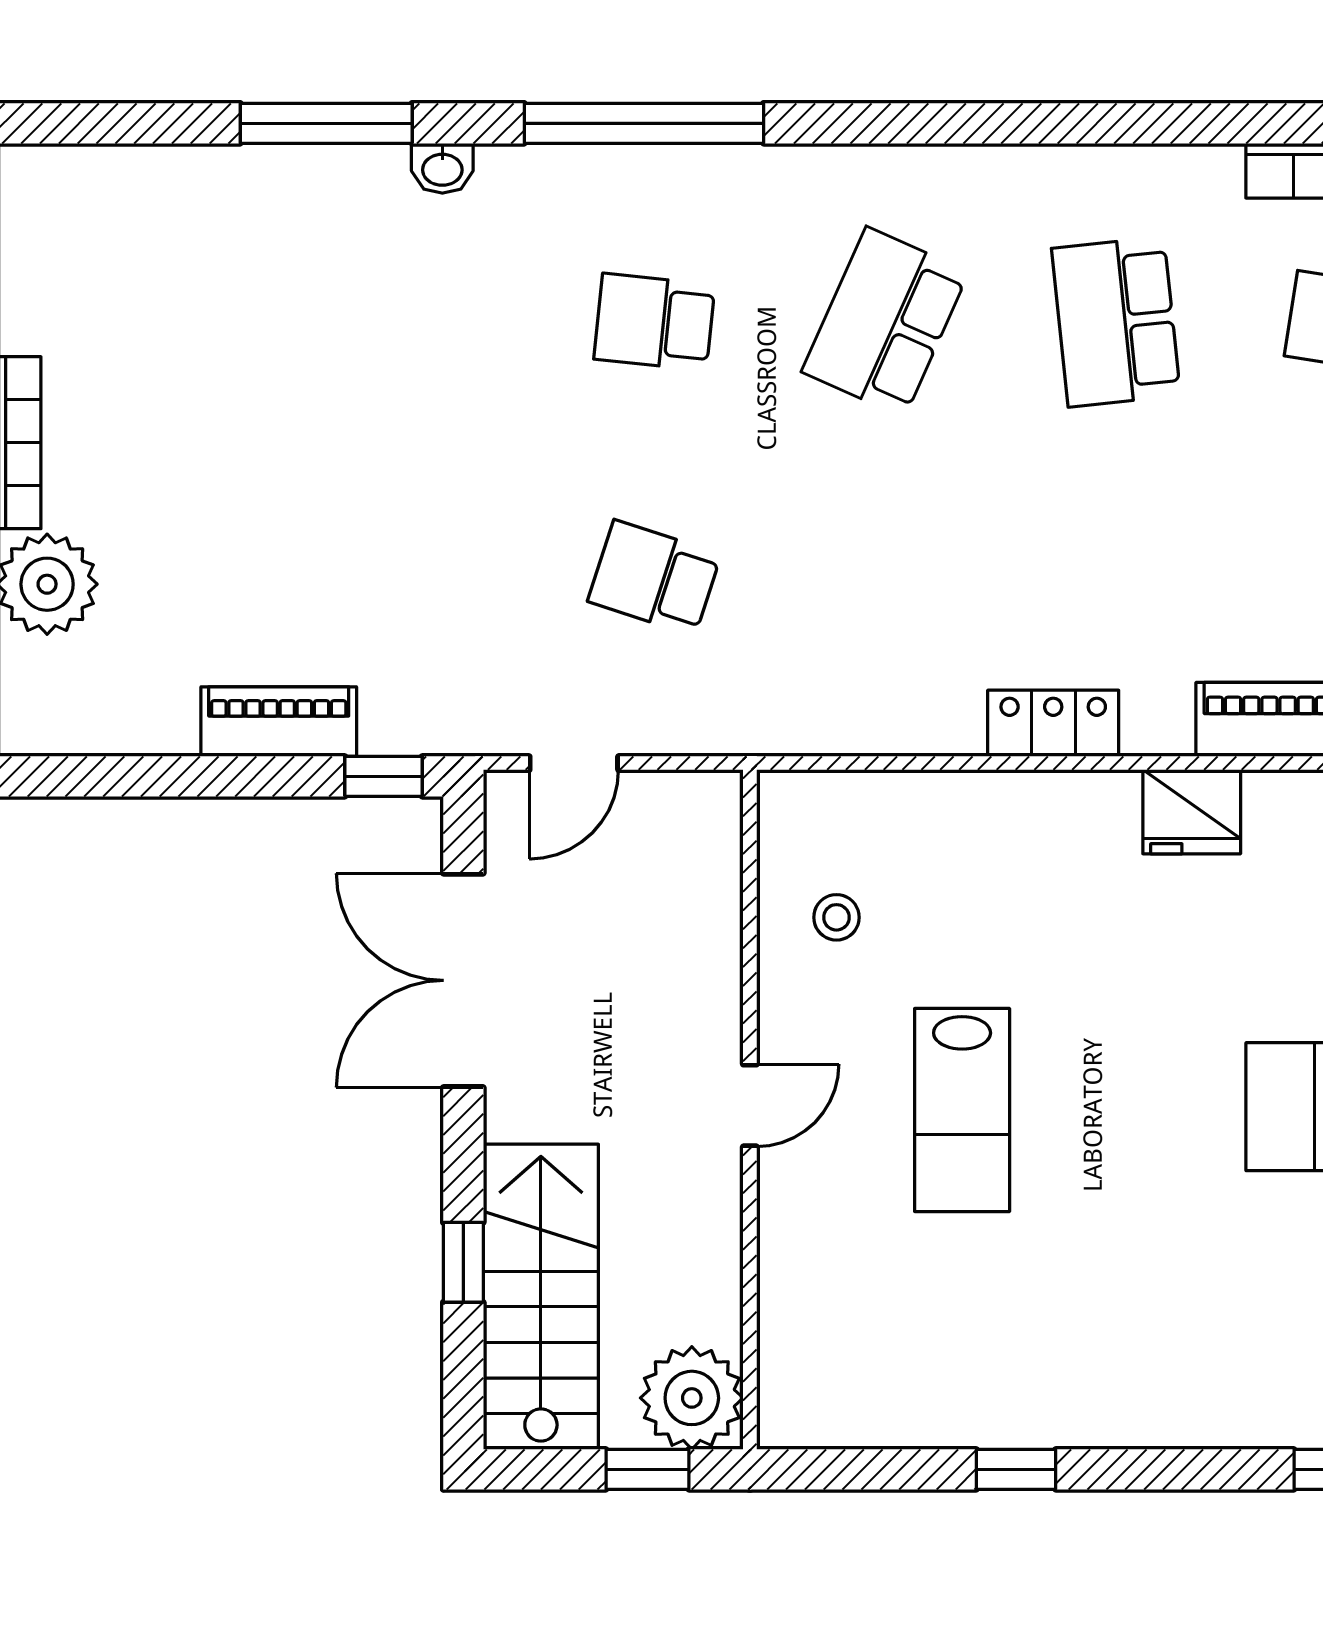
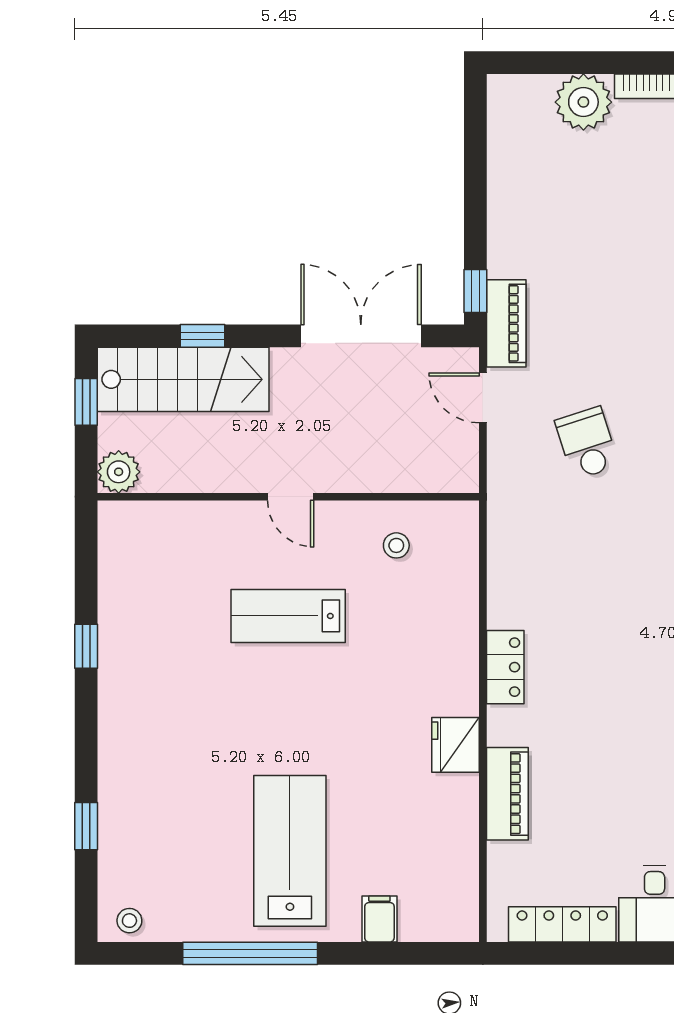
school desk: (654, 578) -> (587, 443), turned -36
piano: (279, 722) -> (506, 323), moved
plant: (692, 1398) -> (119, 472), width x0.73, depth x0.73
window: (647, 1469) -> (86, 402), moved

